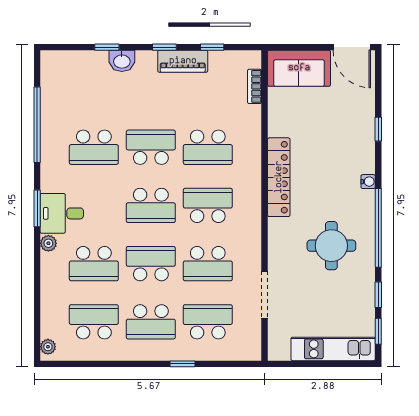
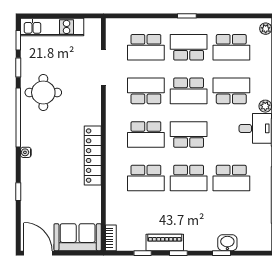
washbasin: (122, 61) -> (227, 243), moved
bookcase: (255, 86) -> (111, 238), moved
school desk: (94, 147) -> (231, 178), turned 180
school desk: (208, 147) -> (146, 178), turned 180
round table: (331, 246) -> (43, 92), moved
window: (182, 364) -> (187, 16), moved

